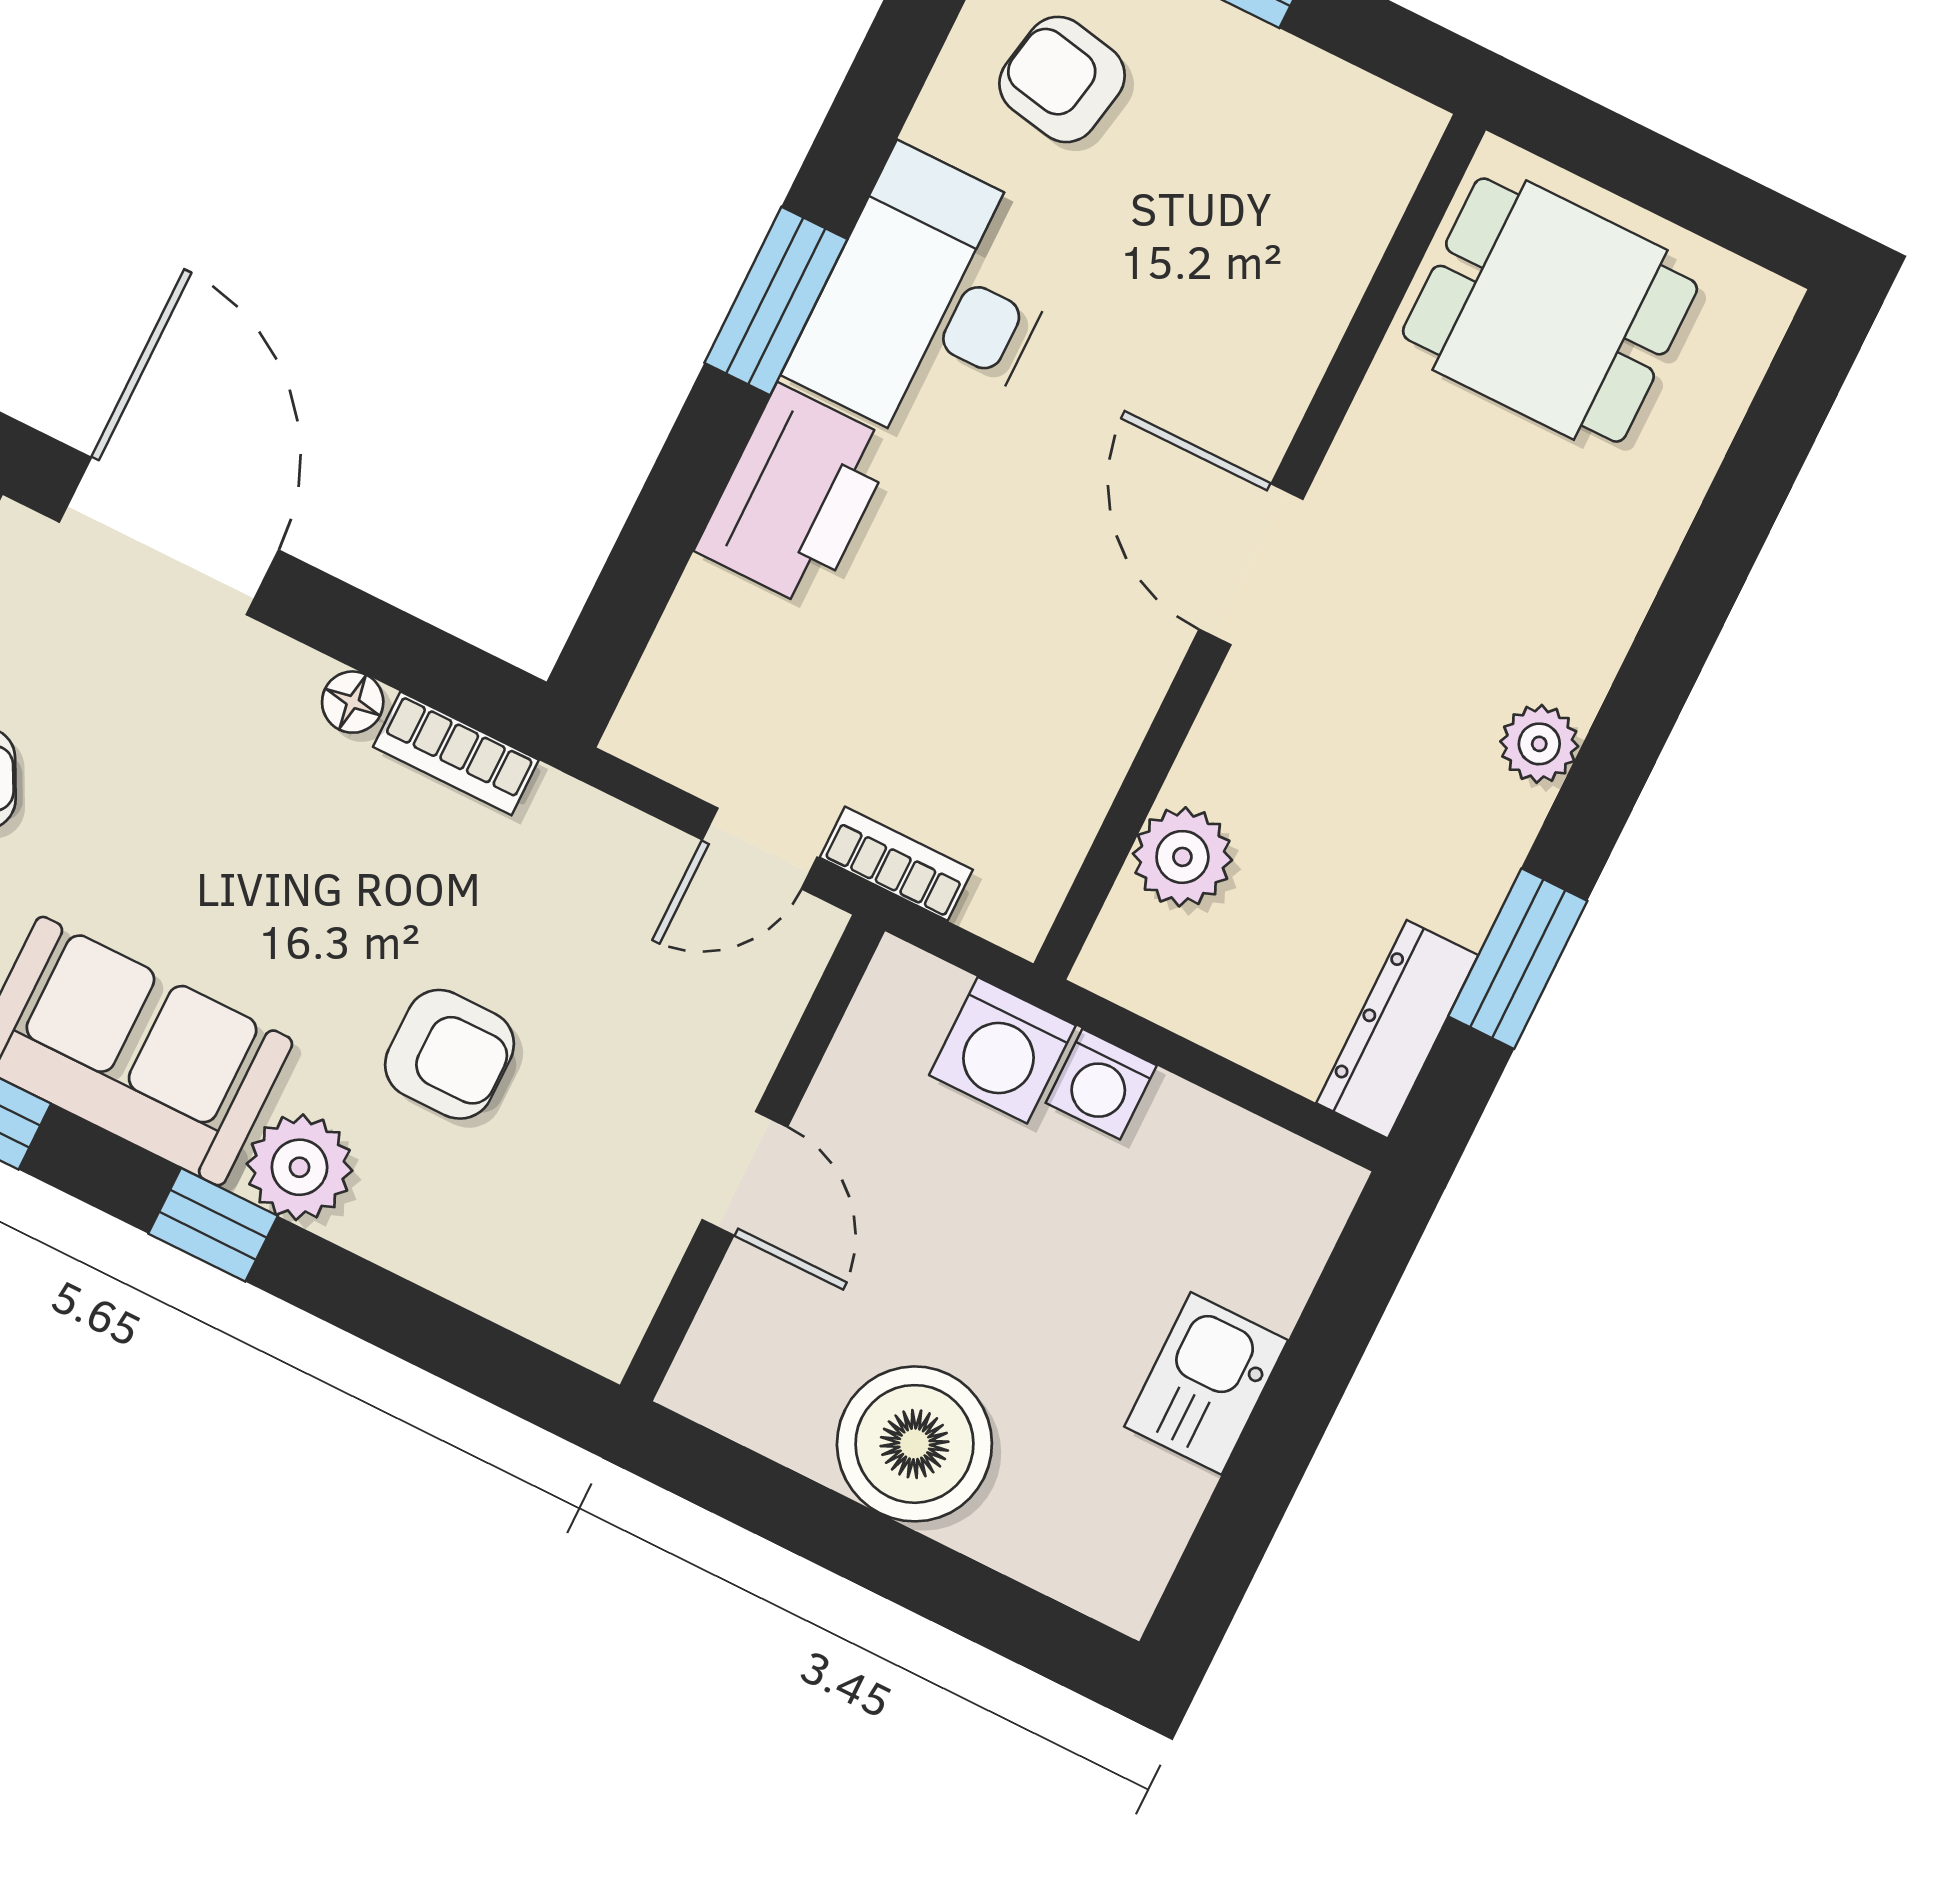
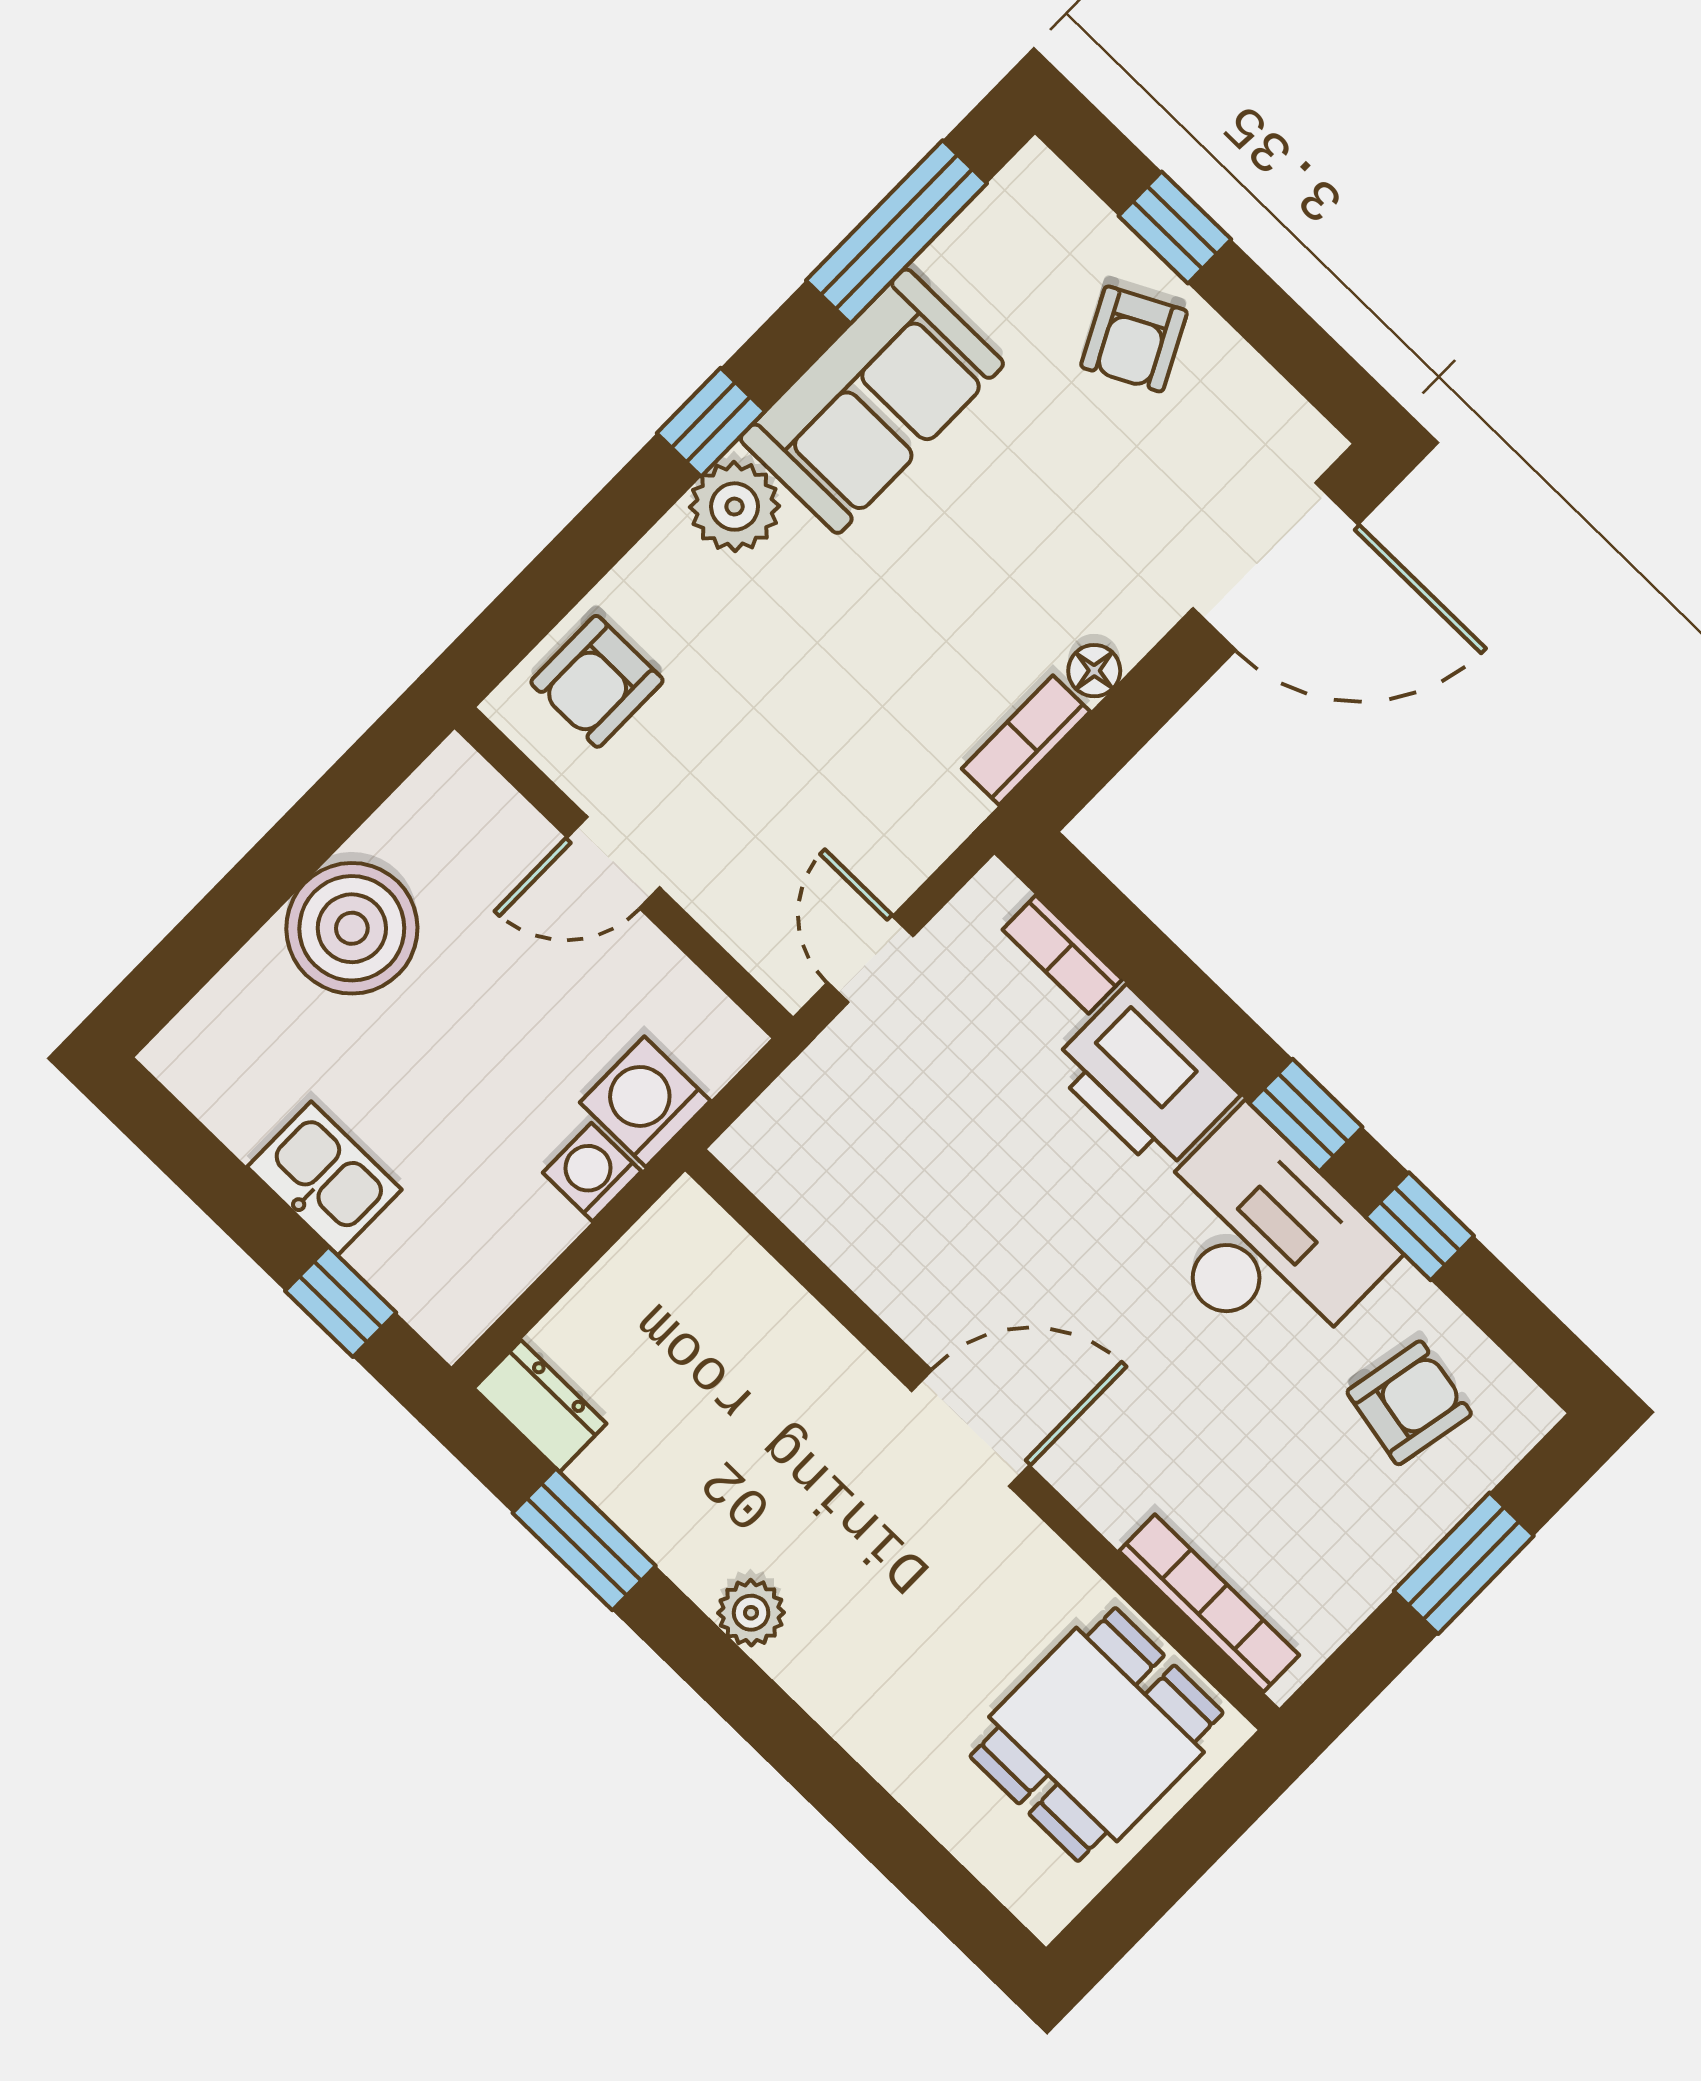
window: (859, 132) -> (1420, 1226), added
bookcase: (1361, 231) -> (1209, 1603), added
window: (776, 301) -> (1306, 1115), width x0.67
plant: (1182, 857) -> (753, 1297), removed
bookcase: (896, 864) -> (1062, 955), moved, turned 90
dresser: (1397, 1029) -> (540, 1406), width x0.70
armchair: (450, 1054) -> (597, 681), moved
window: (1339, 1320) -> (341, 1302), added

